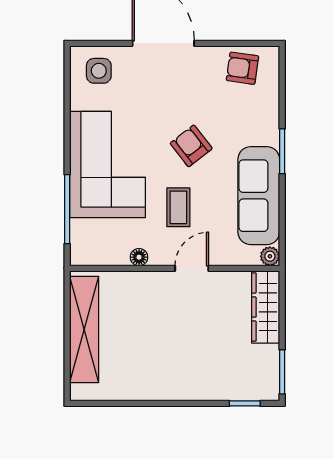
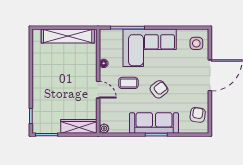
sofa: (259, 196) -> (154, 123), moved

